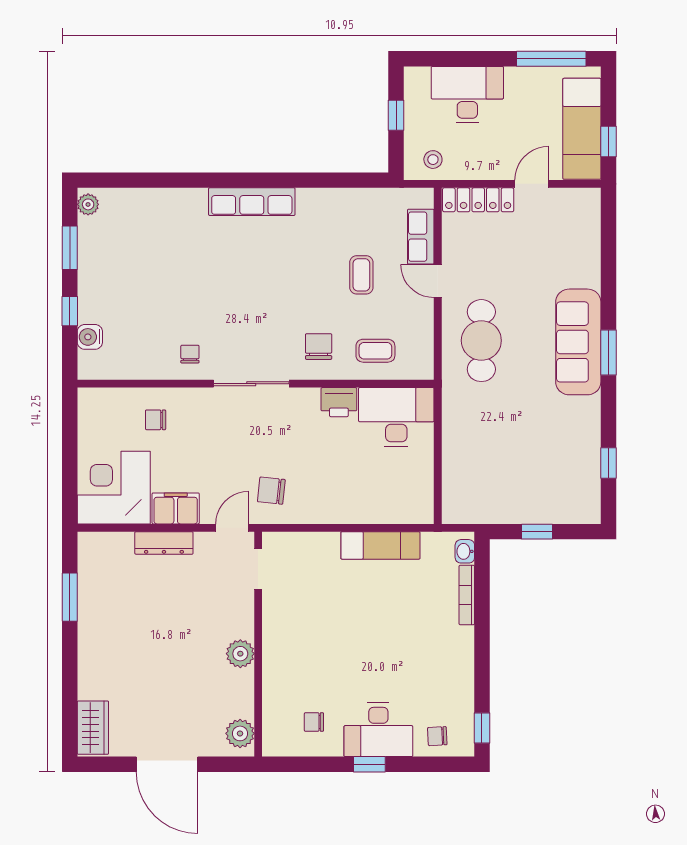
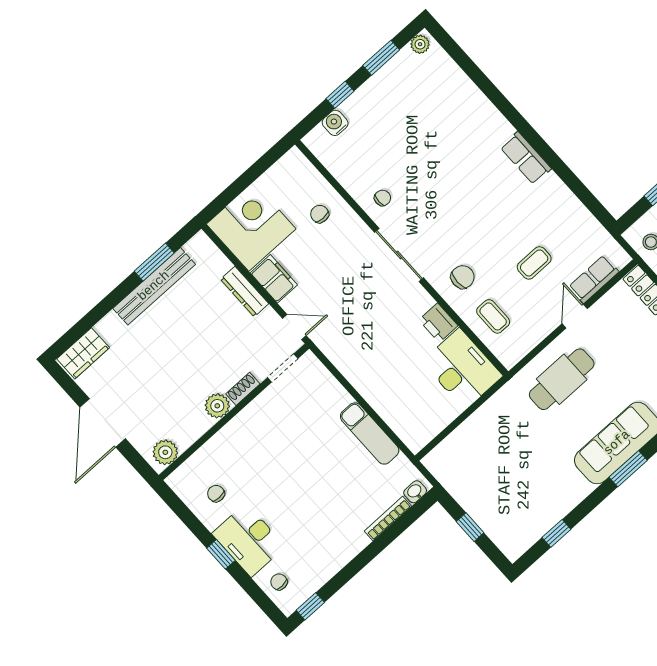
row of seats: (252, 202) -> (526, 158), width x0.68
chair: (271, 491) -> (341, 331), removed
bench: (90, 616) -> (154, 286), added
shoe rack: (245, 619) -> (243, 389), added

